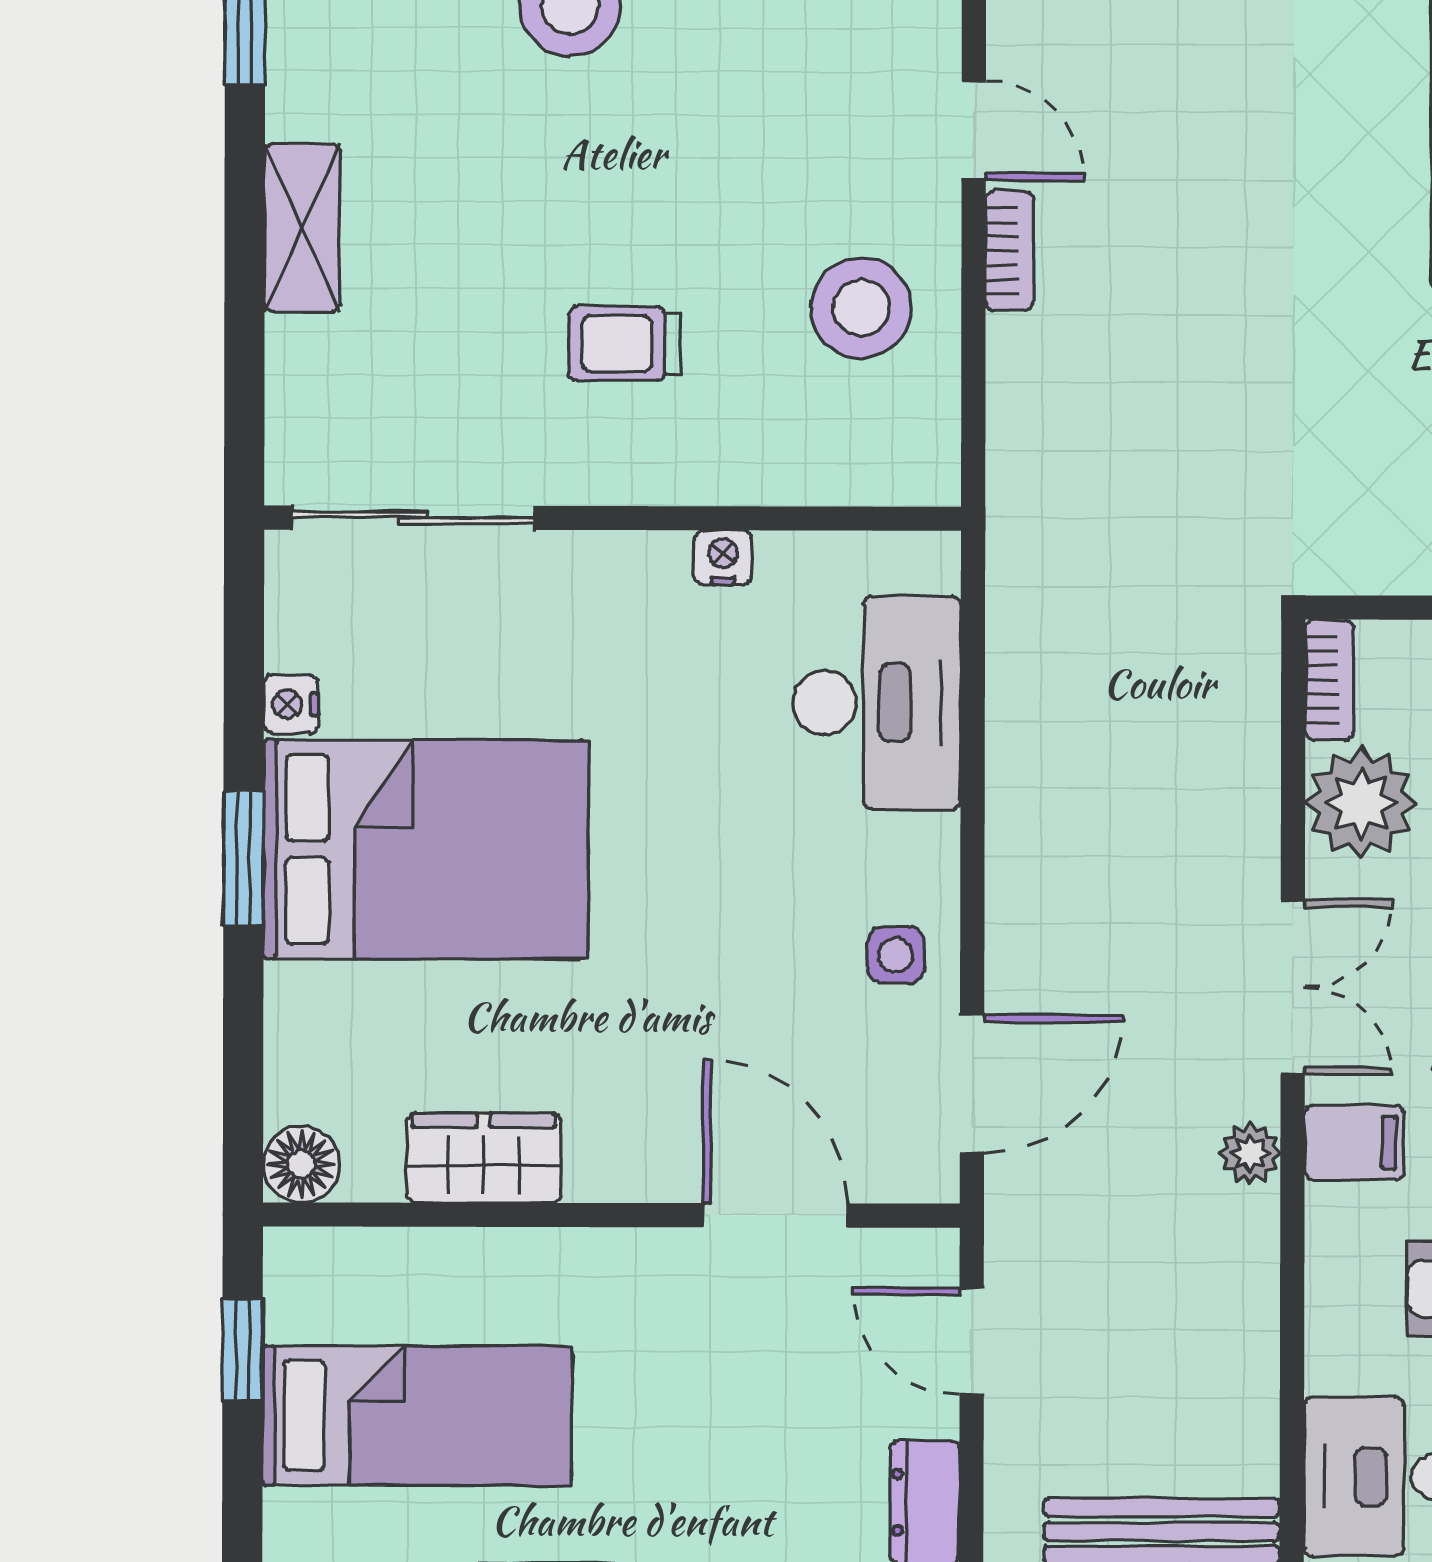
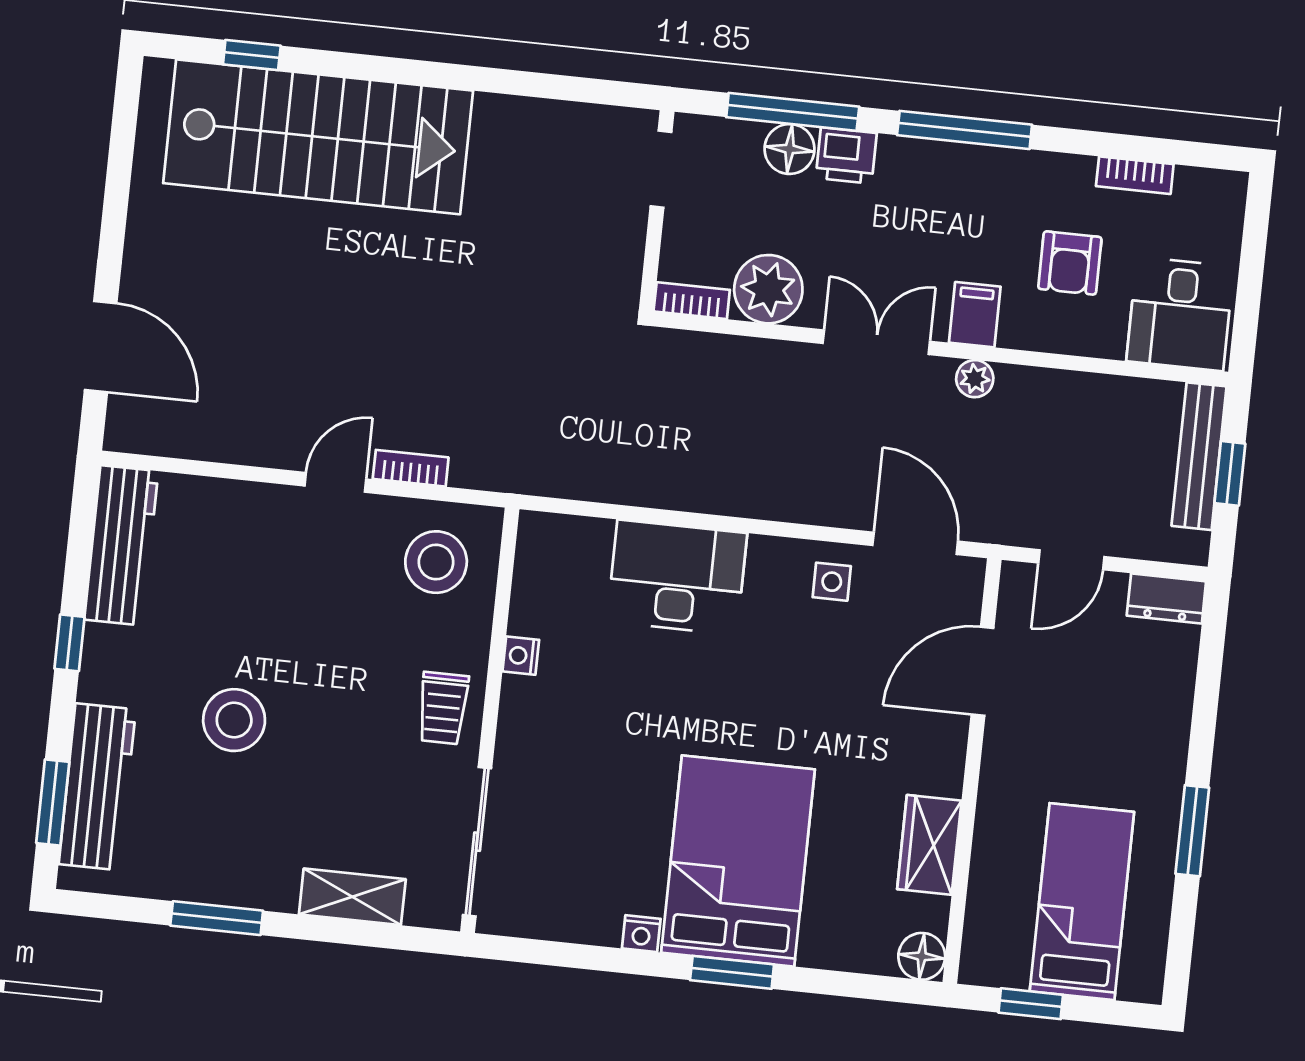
sliding door: (413, 518) -> (477, 842), moved
wall: (613, 518) -> (490, 720), moved
nightstand: (723, 558) -> (521, 656), moved

